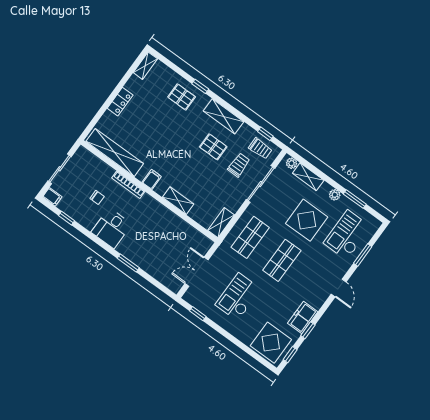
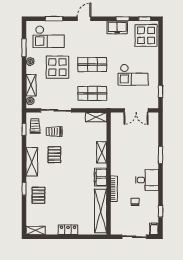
filing cabinet: (152, 179) -> (101, 177), width x2.00

